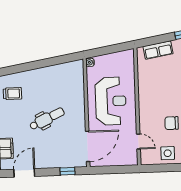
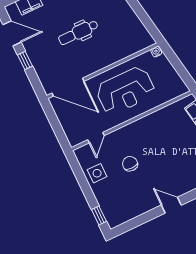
dental chair: (47, 119) -> (78, 32), turned 115
window: (68, 171) -> (25, 60), moved

